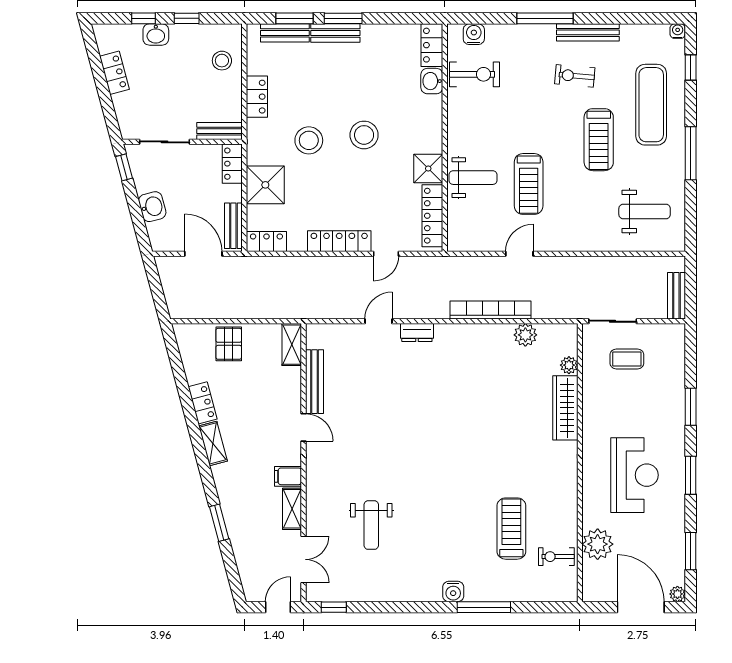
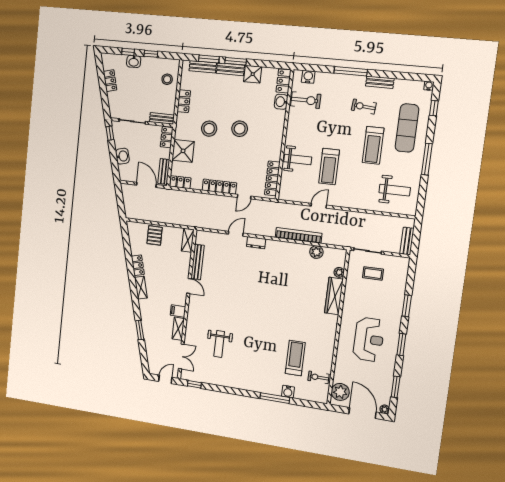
bench: (588, 32) -> (380, 82), width x0.73
shower: (428, 168) -> (253, 74), moved
plant: (598, 544) -> (340, 392), moved
water cooler: (453, 592) -> (288, 392), moved

